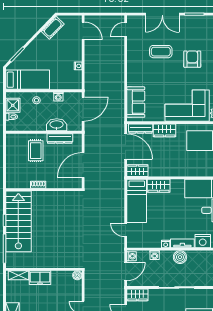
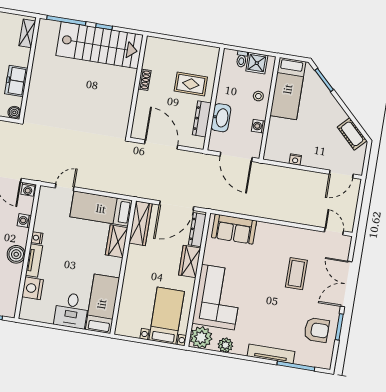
armchair: (192, 59) -> (317, 330), moved
wardrobe: (137, 171) -> (140, 223), width x1.50
freezer: (40, 278) -> (16, 81), moved

